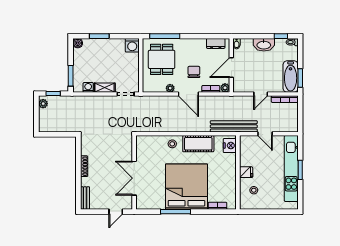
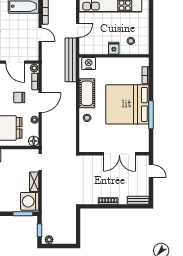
washing machine: (88, 87) -> (30, 201), width x1.89, depth x1.89
floor lamp: (148, 87) -> (34, 141), added

